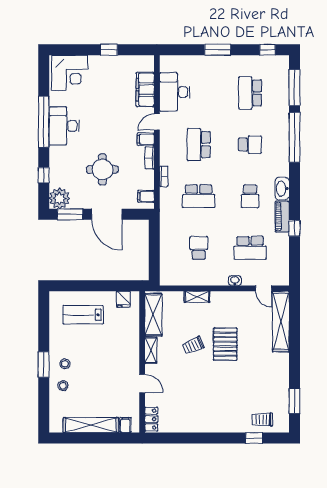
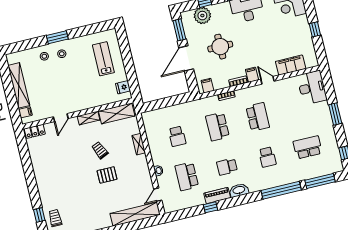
desk: (175, 92) -> (312, 88), moved, turned 90
school desk: (199, 145) -> (258, 117), turned 90
plant: (60, 198) -> (202, 16), moved
school desk: (199, 248) -> (177, 136), turned 90
pallet: (225, 344) -> (107, 175), width x0.67, depth x0.71

